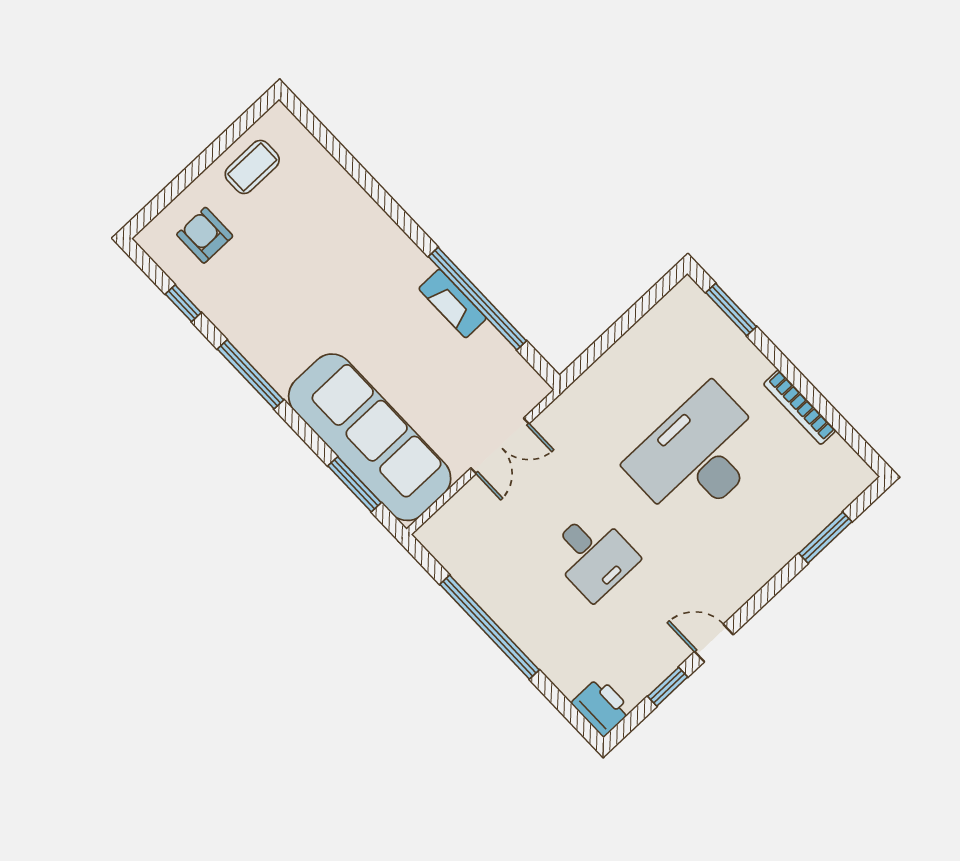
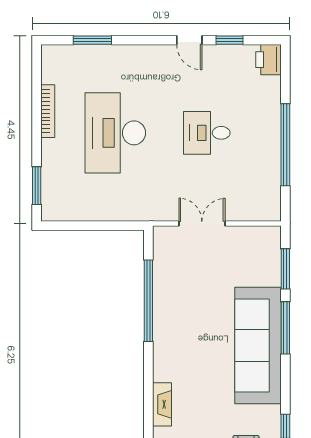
fireplace: (452, 303) -> (162, 404), moved
window: (251, 374) -> (285, 328), moved
sofa: (370, 437) -> (258, 346), moved
desk: (698, 456) -> (115, 133), turned 90
desk: (593, 555) -> (207, 133), turned -90

